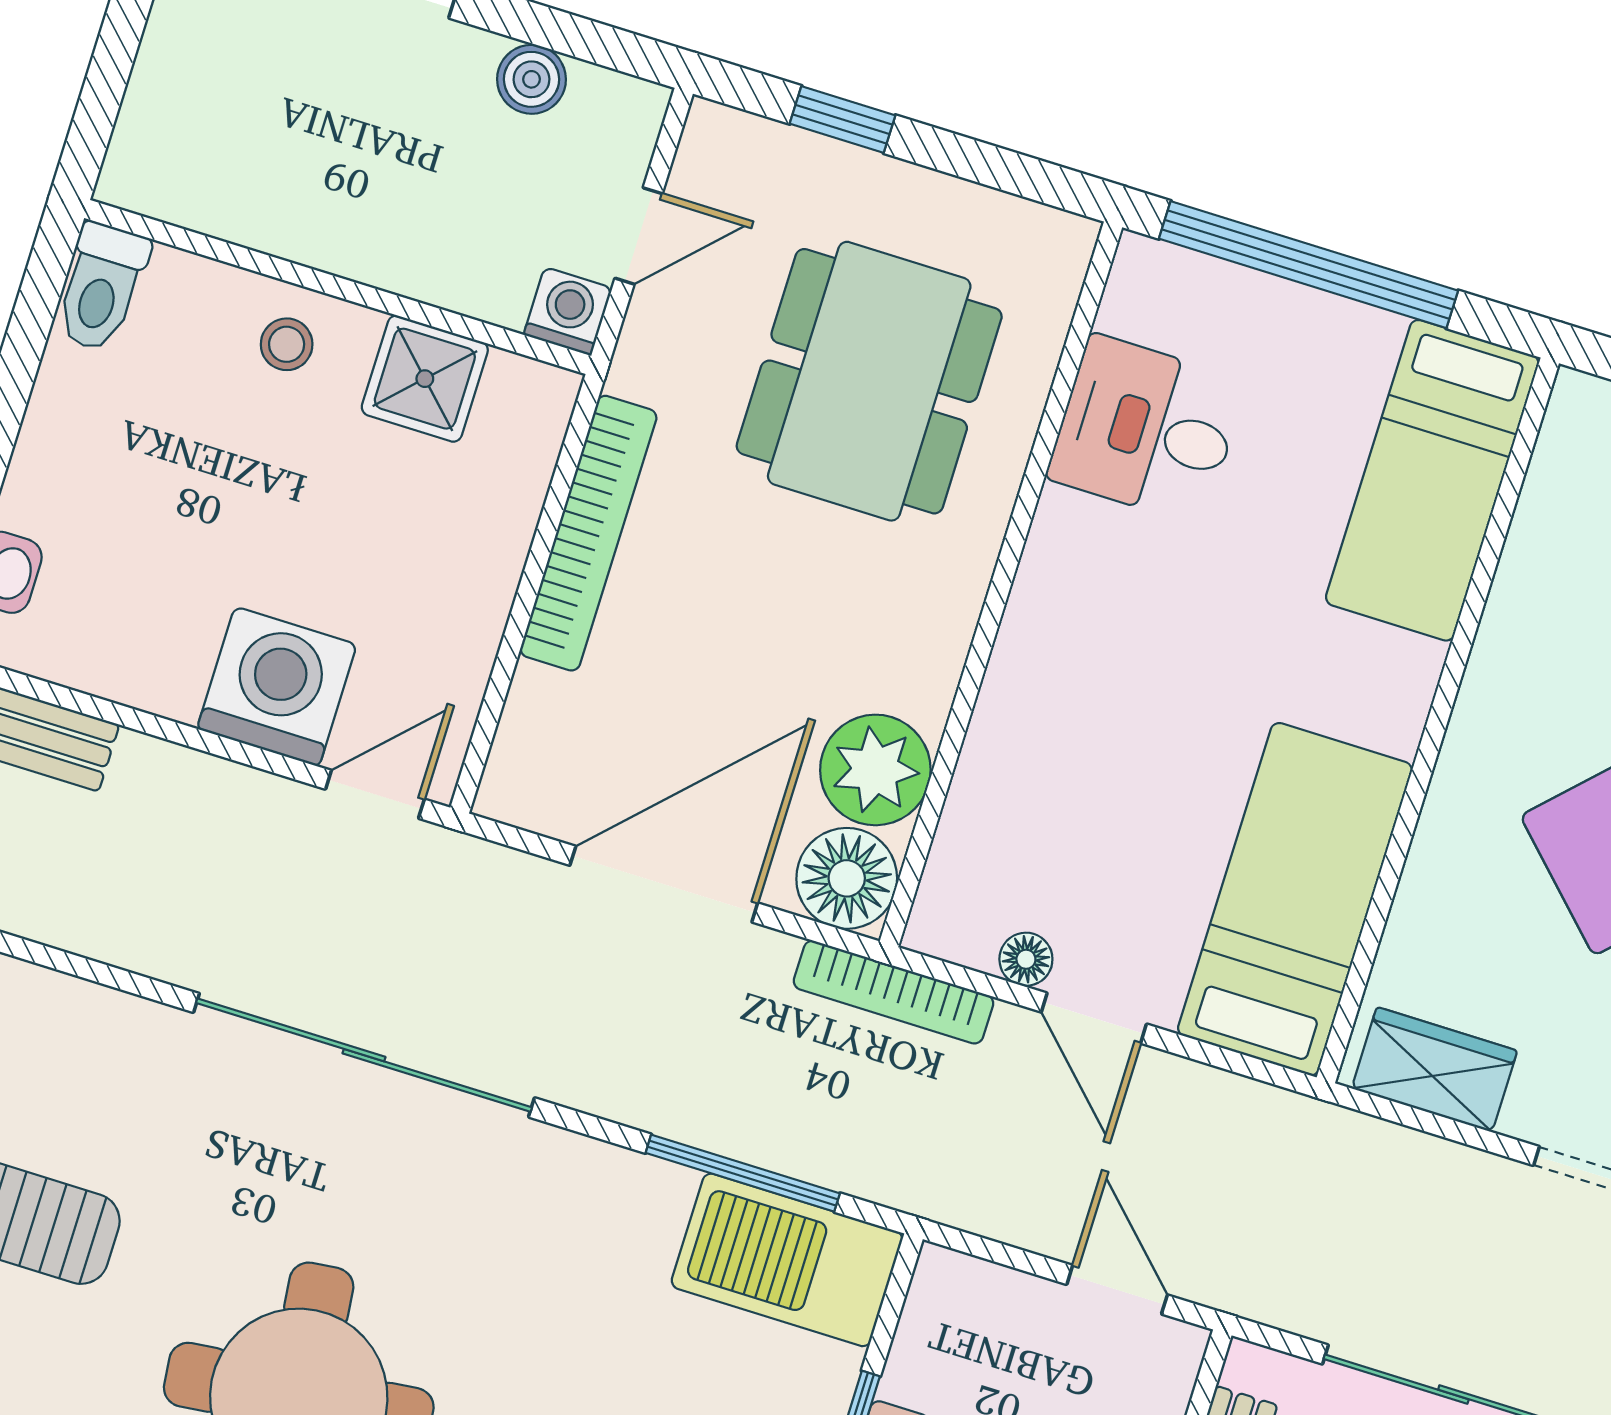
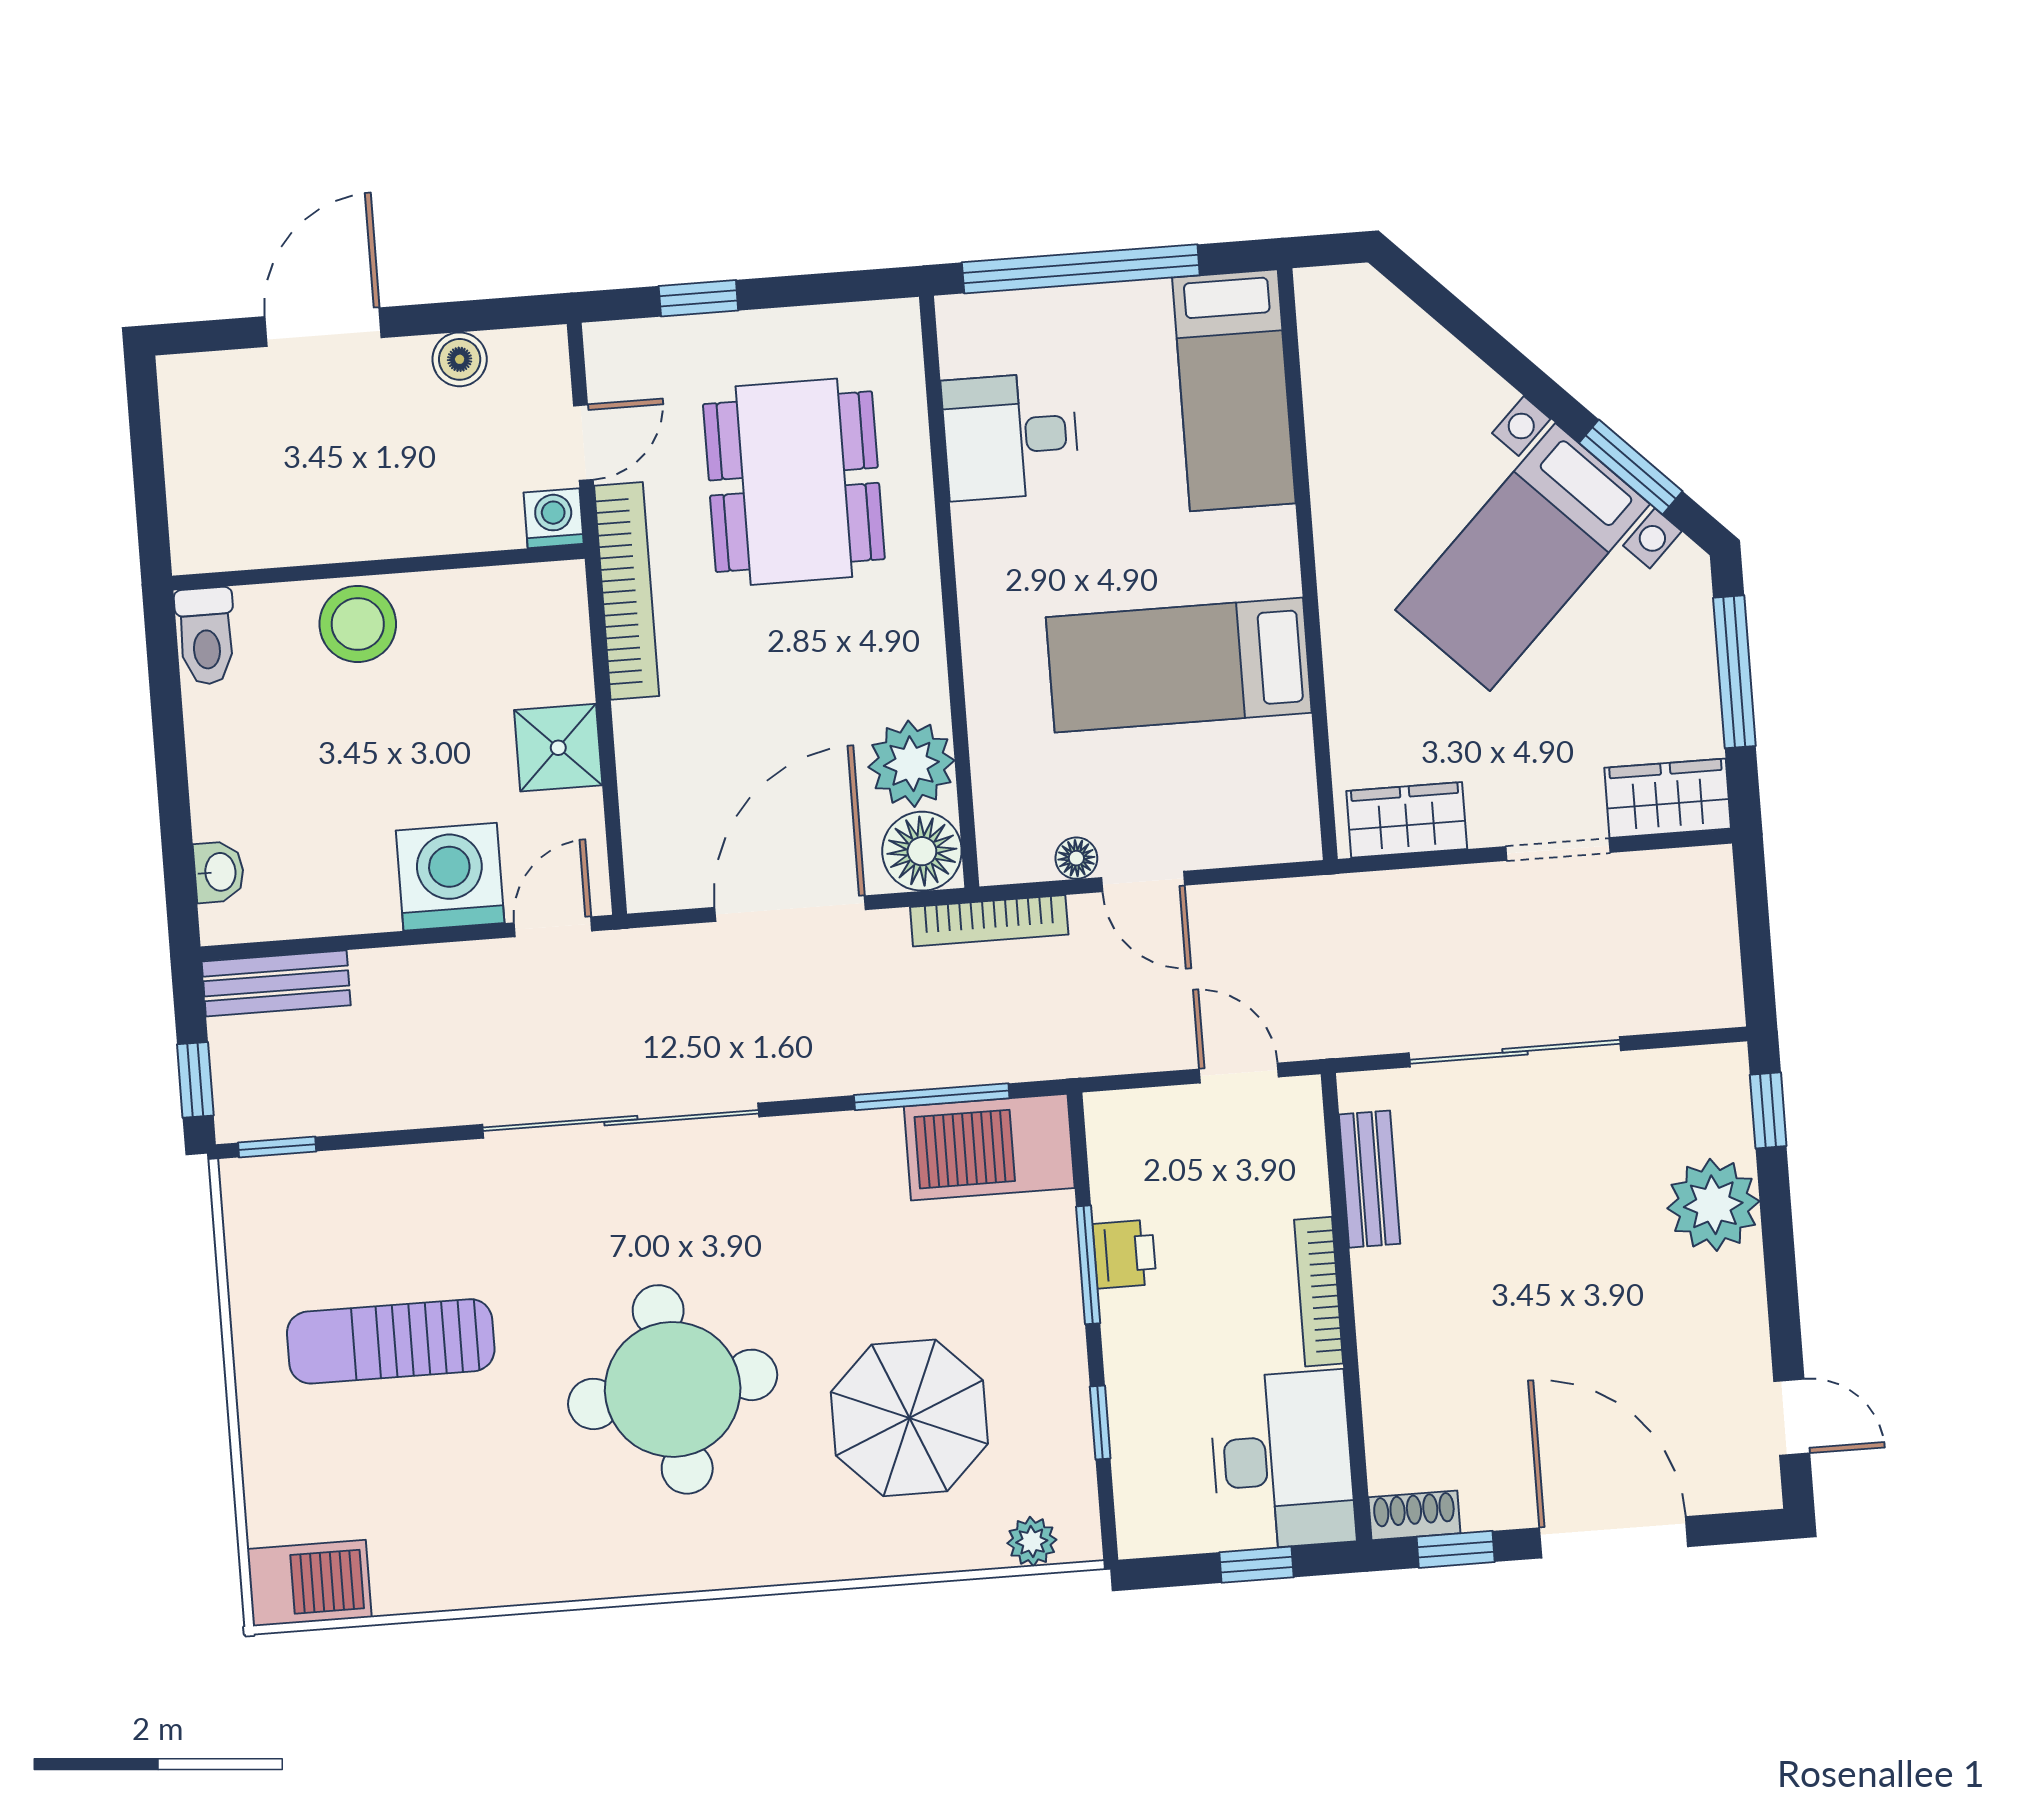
stool: (287, 344) -> (358, 624), width x1.89, depth x1.89
shower: (425, 379) -> (558, 748), moved
bookcase: (588, 533) -> (627, 591), moved
bed: (1295, 899) -> (1179, 665), moved, turned -90

